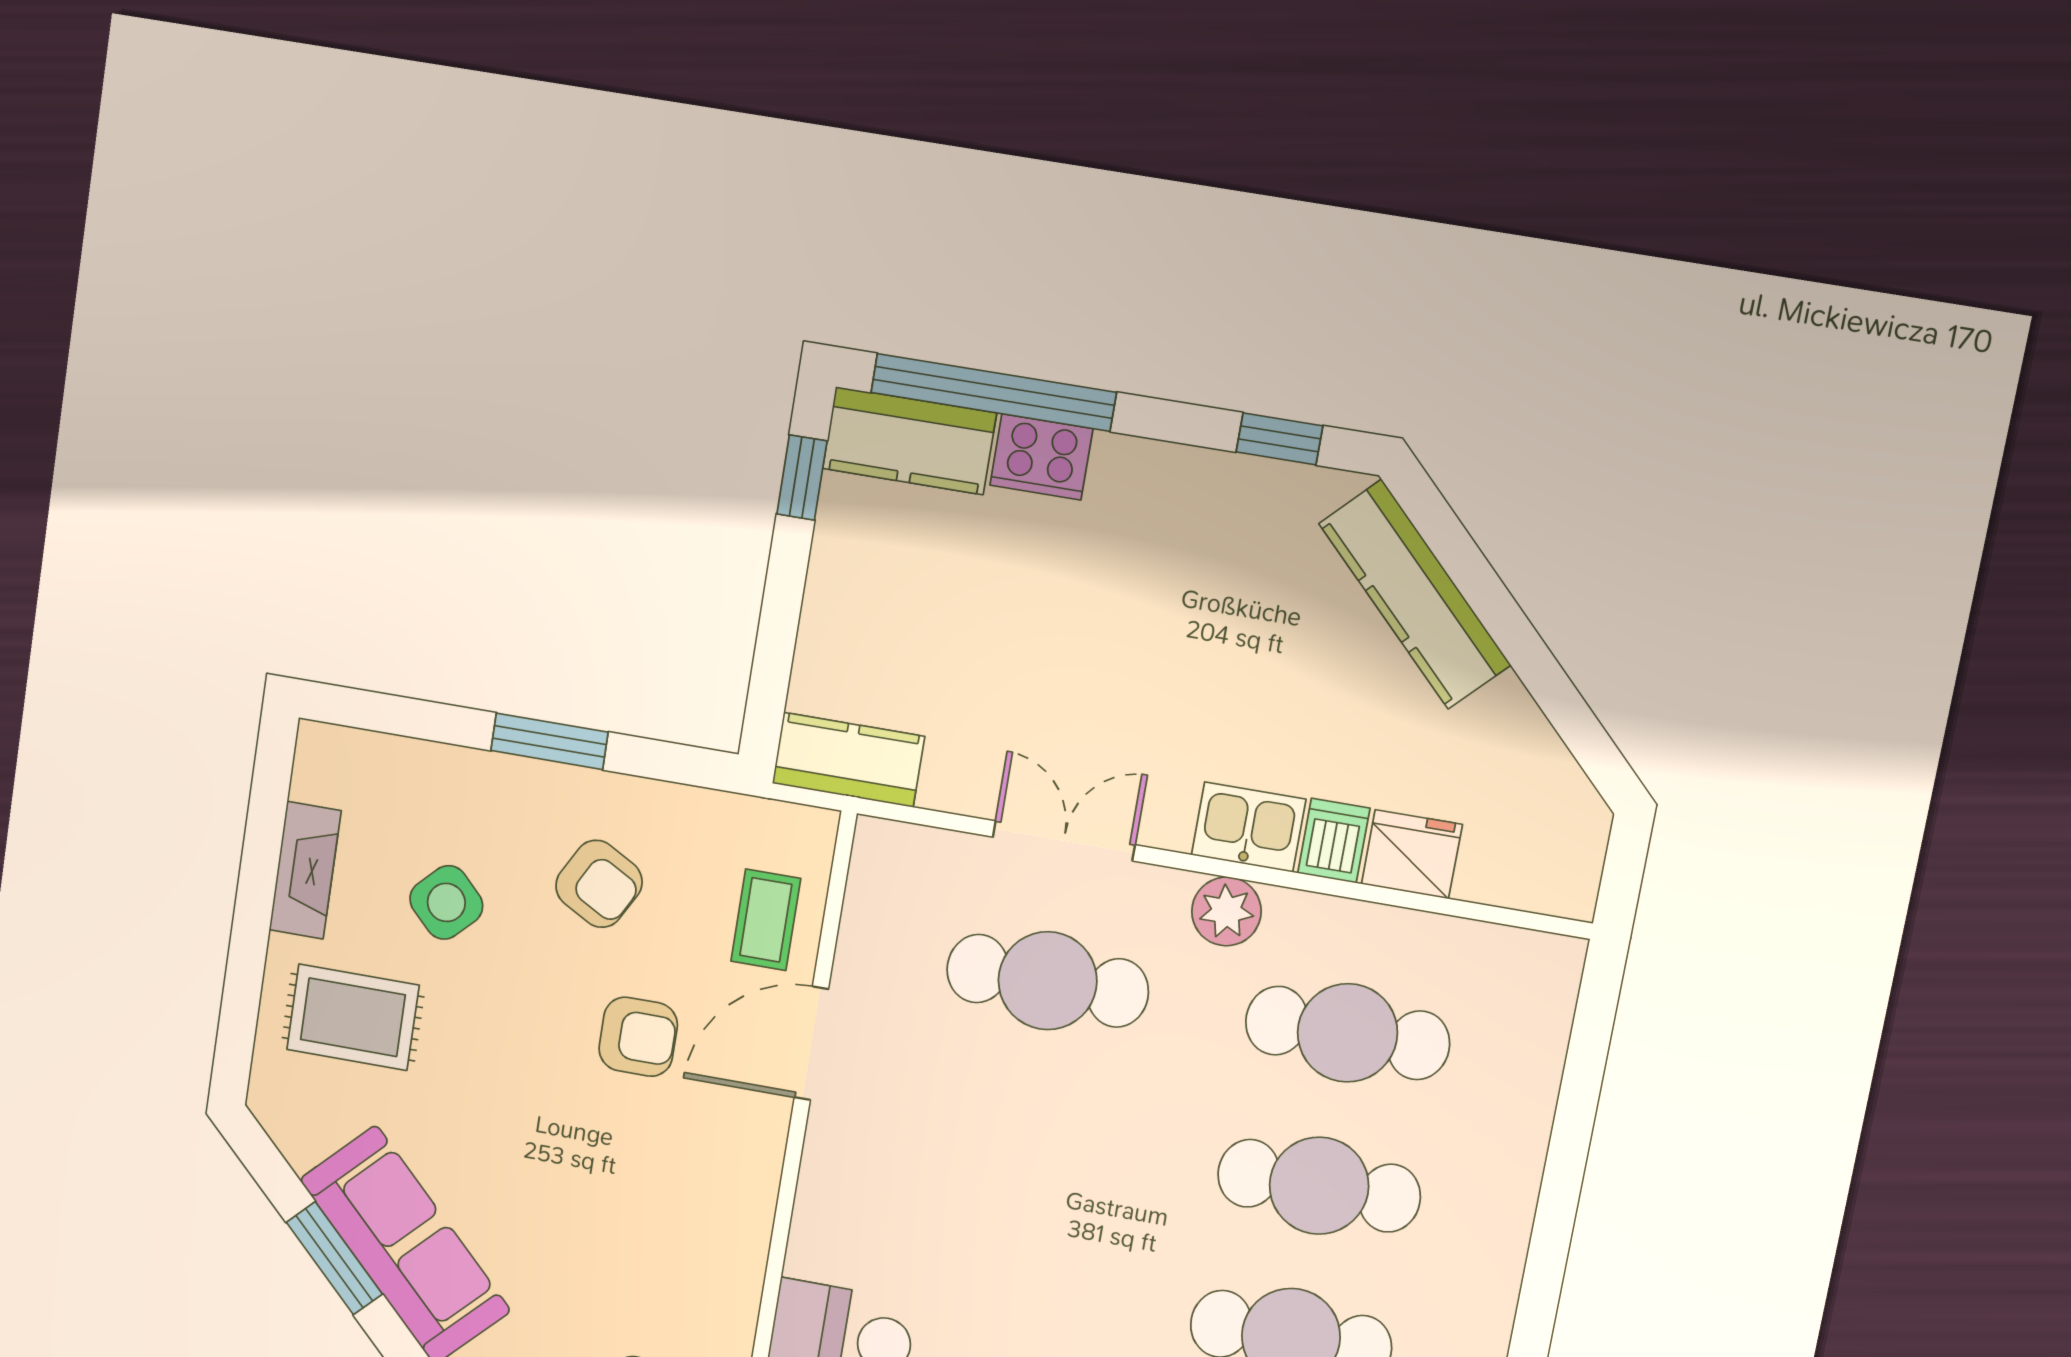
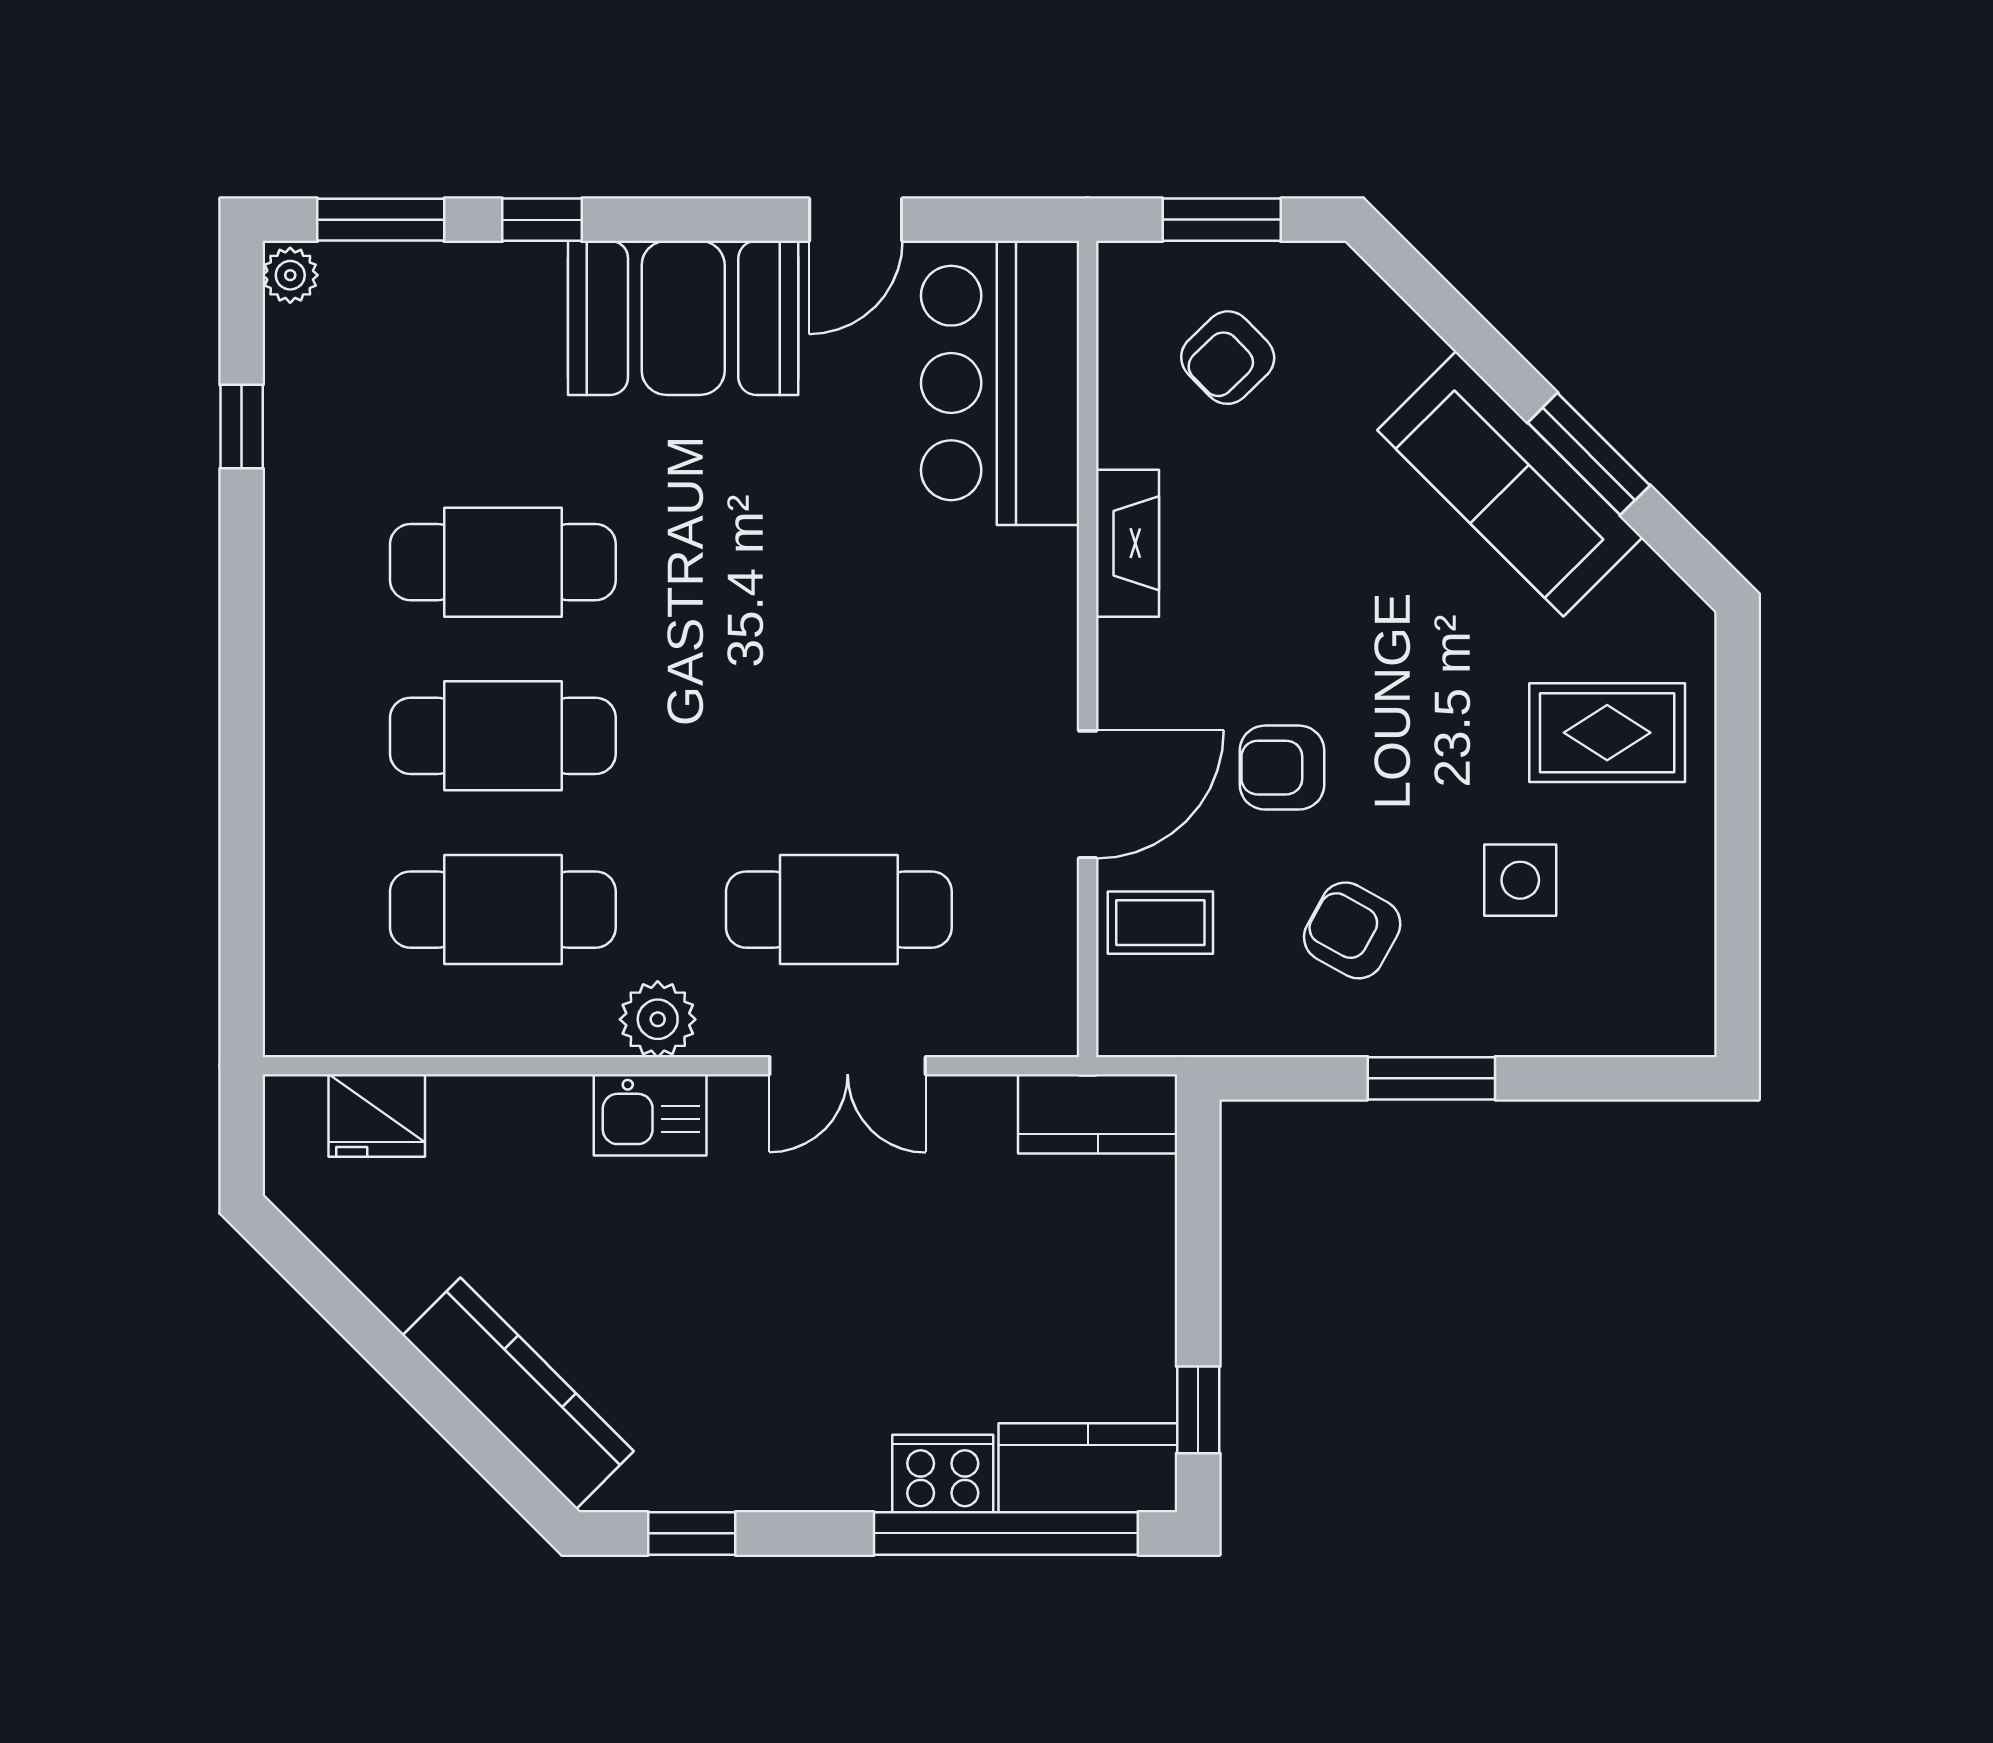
dishwasher: (1334, 841) -> (556, 1116), removed
fridge: (1412, 854) -> (377, 1116), moved
fireplace: (305, 870) -> (1127, 543), moved, turned 180
side table: (446, 902) -> (1520, 880), turned 45
coffee table: (766, 920) -> (1160, 923), turned 90

